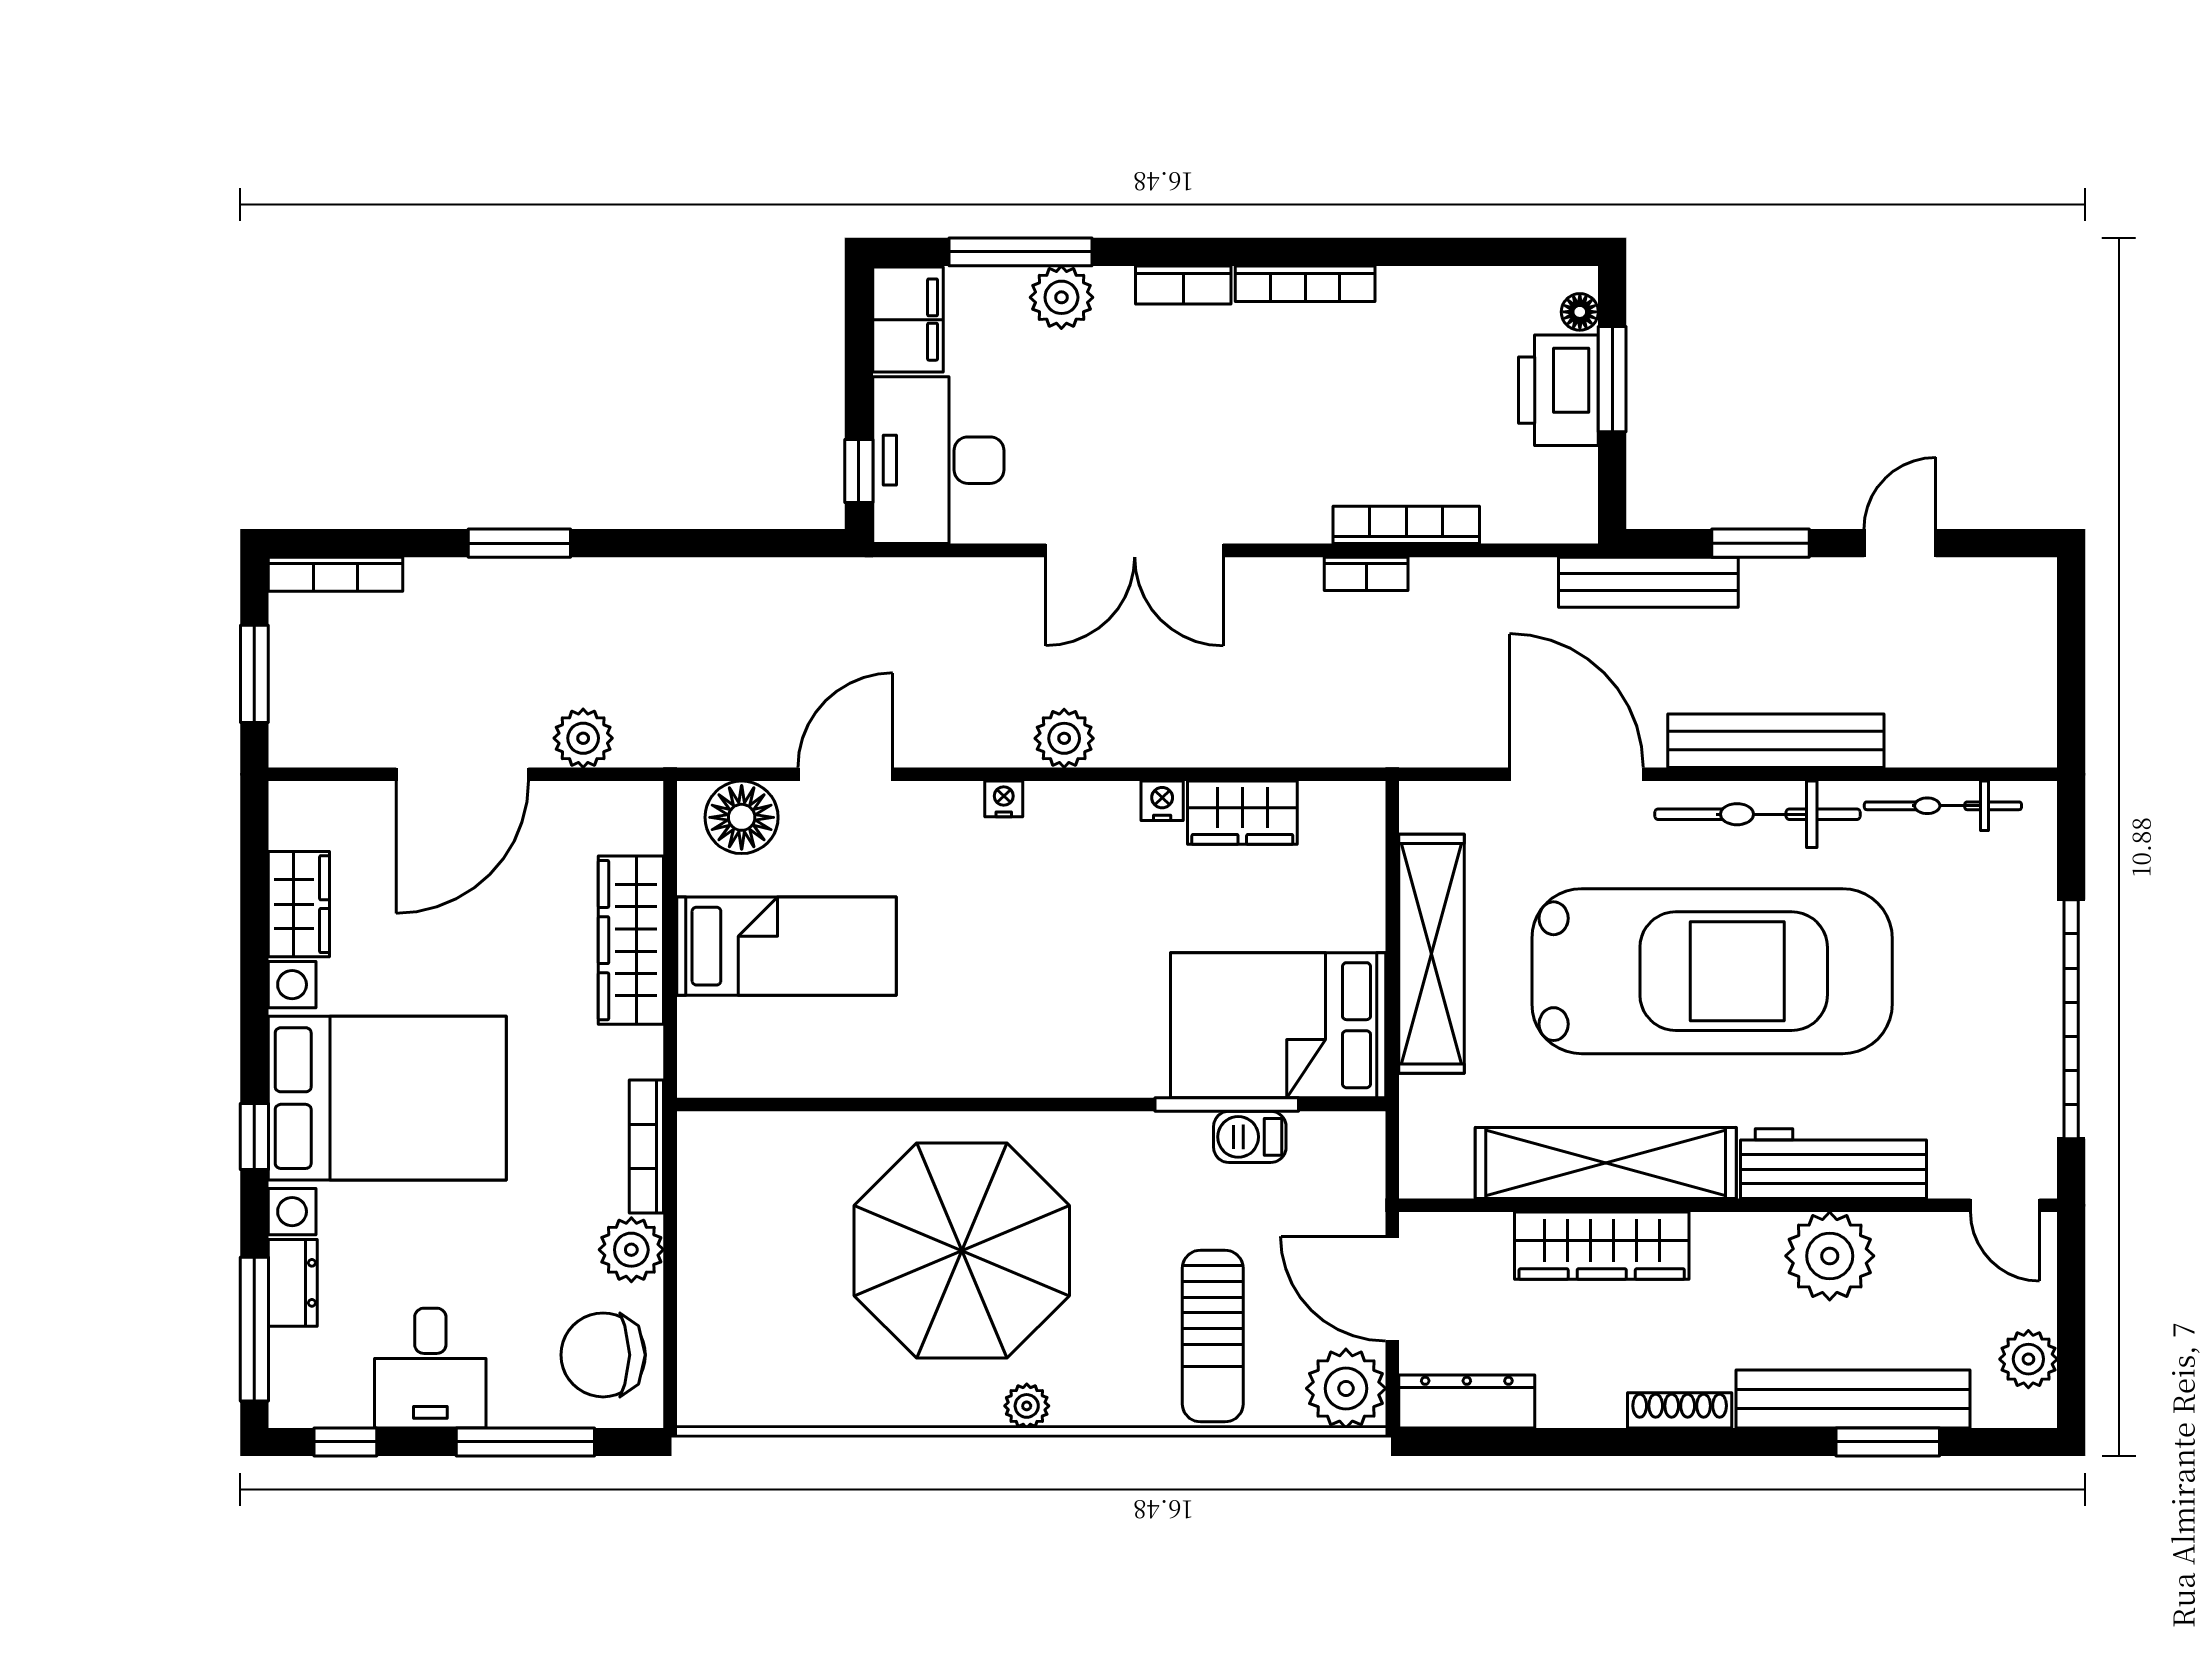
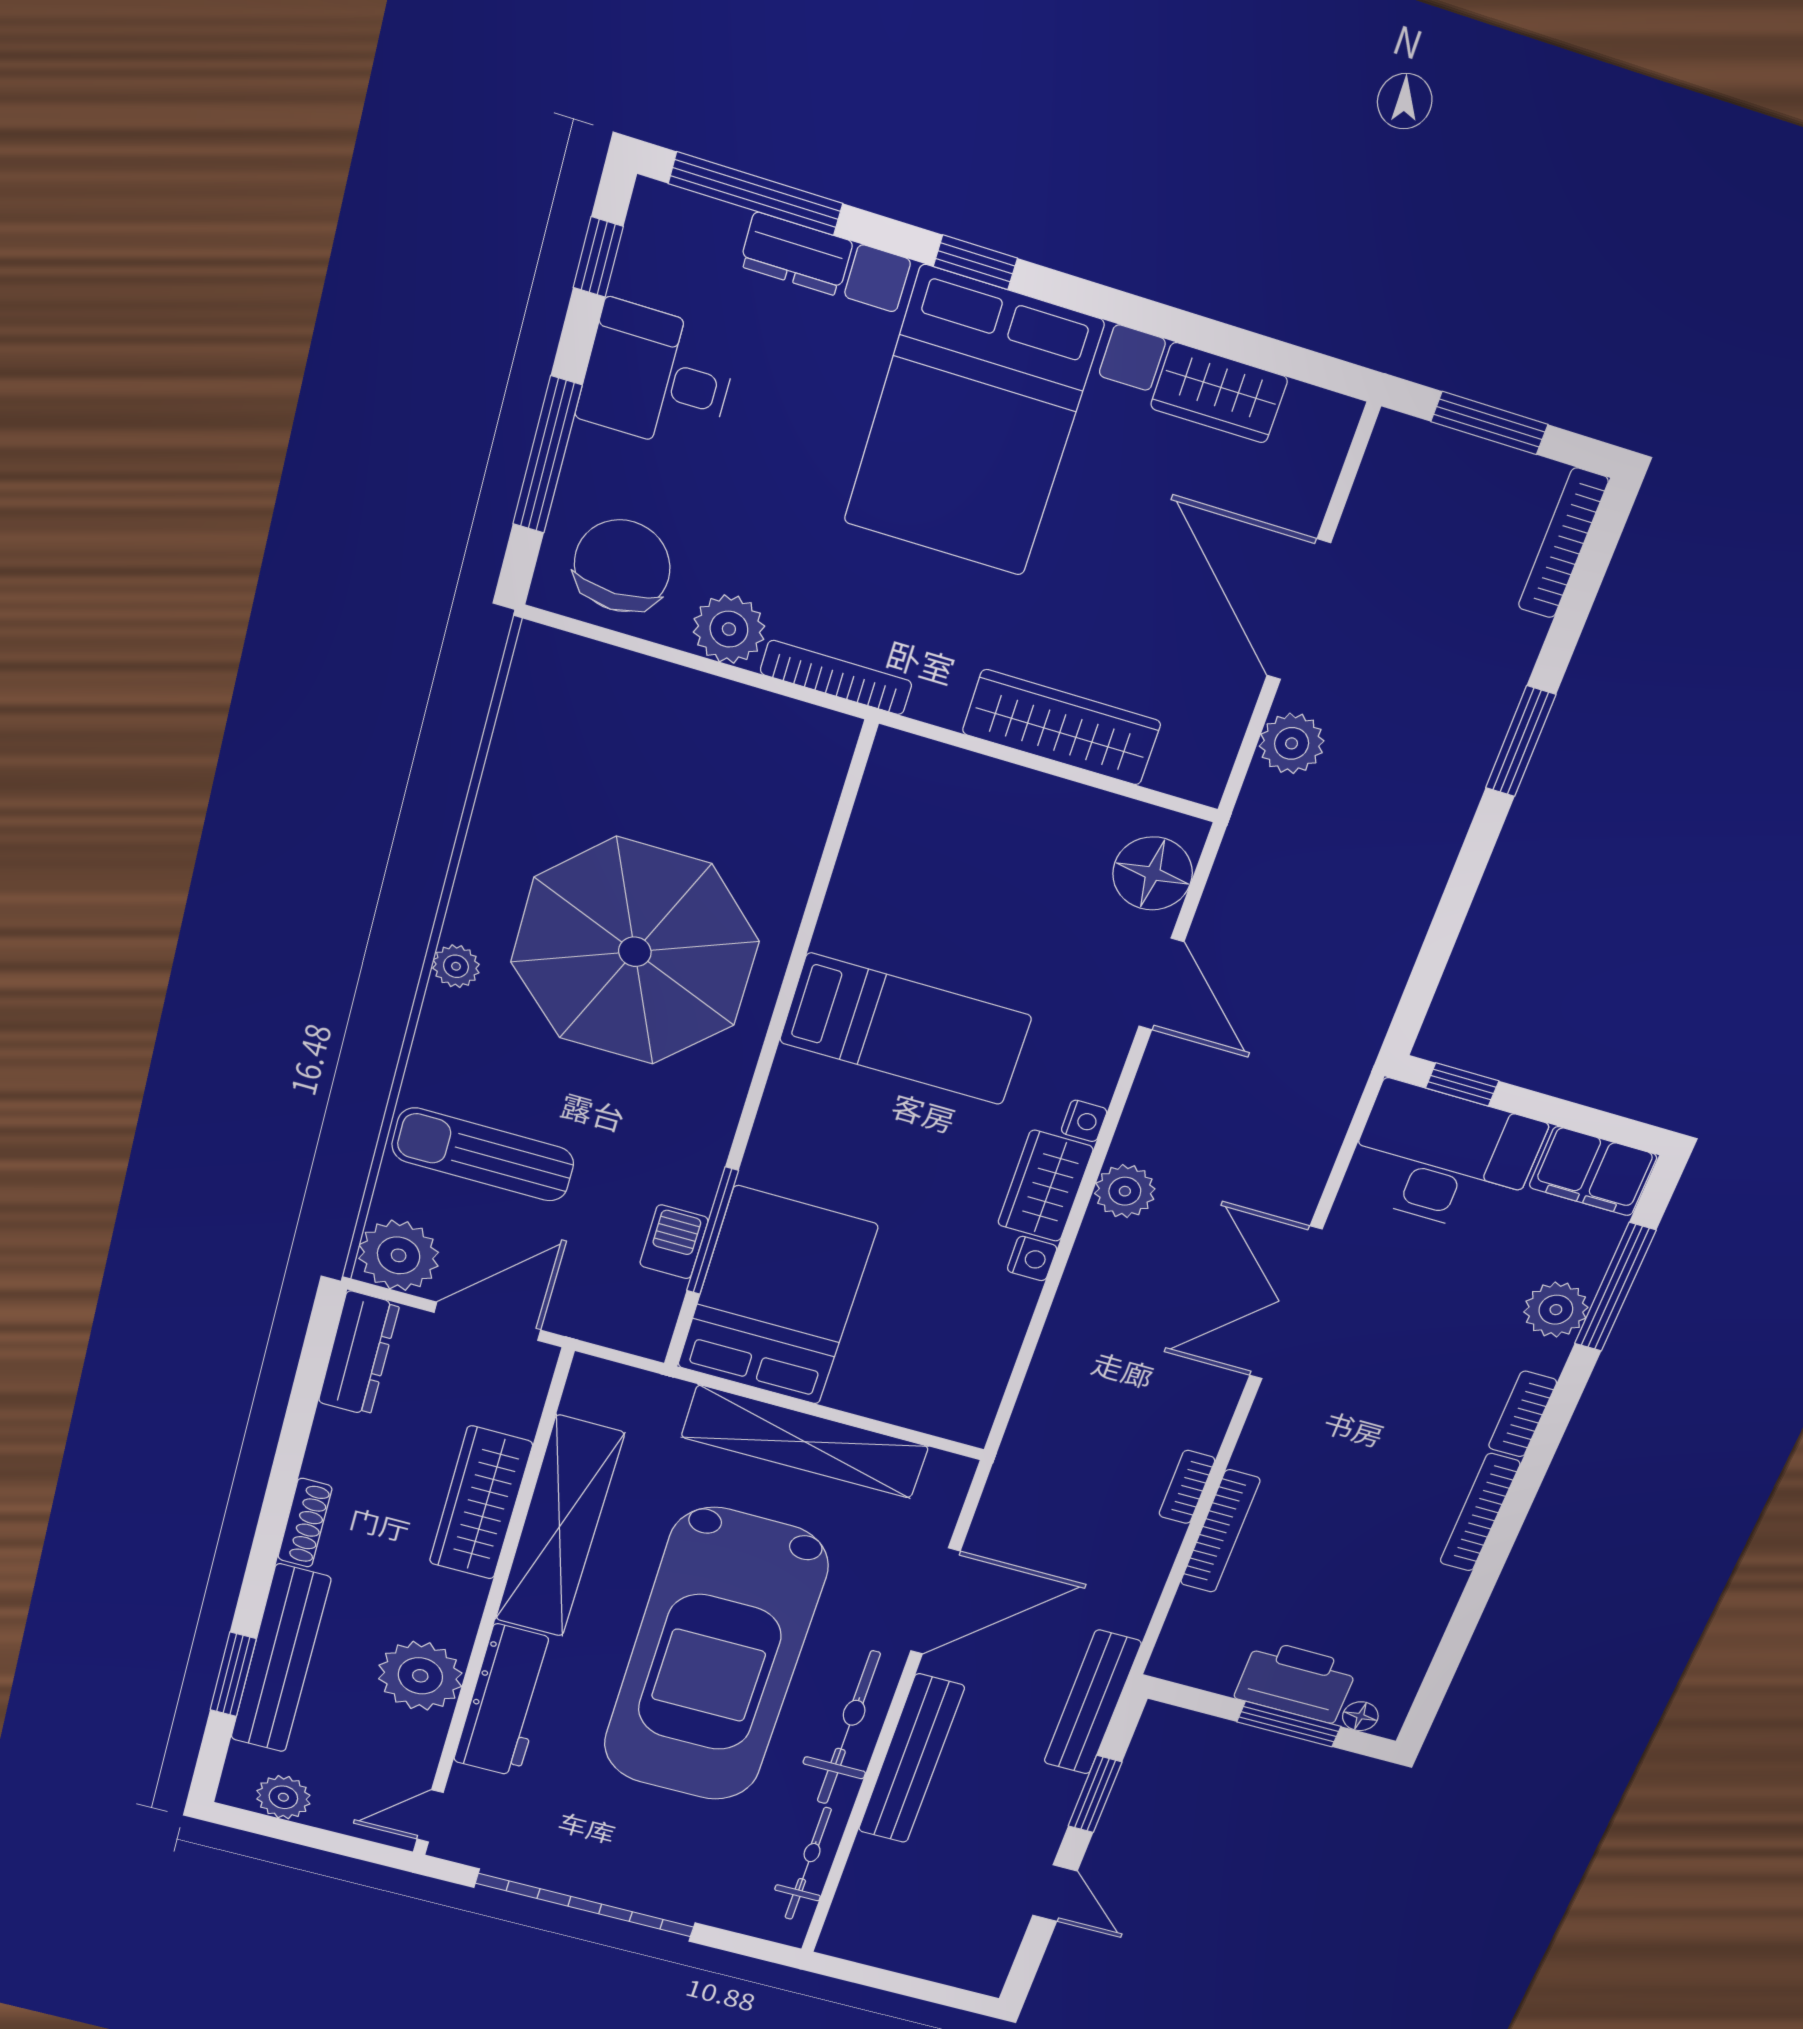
wardrobe: (1242, 813) -> (1045, 1186), moved
bed: (786, 946) -> (905, 1029), moved, turned -90

